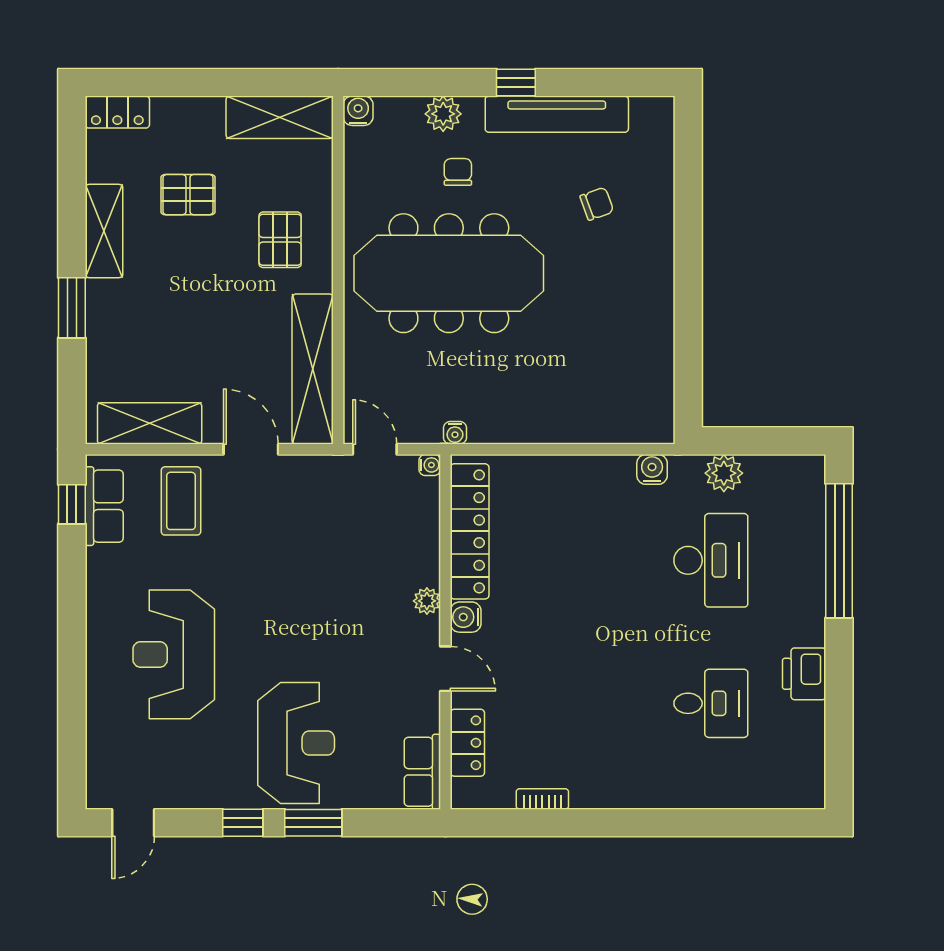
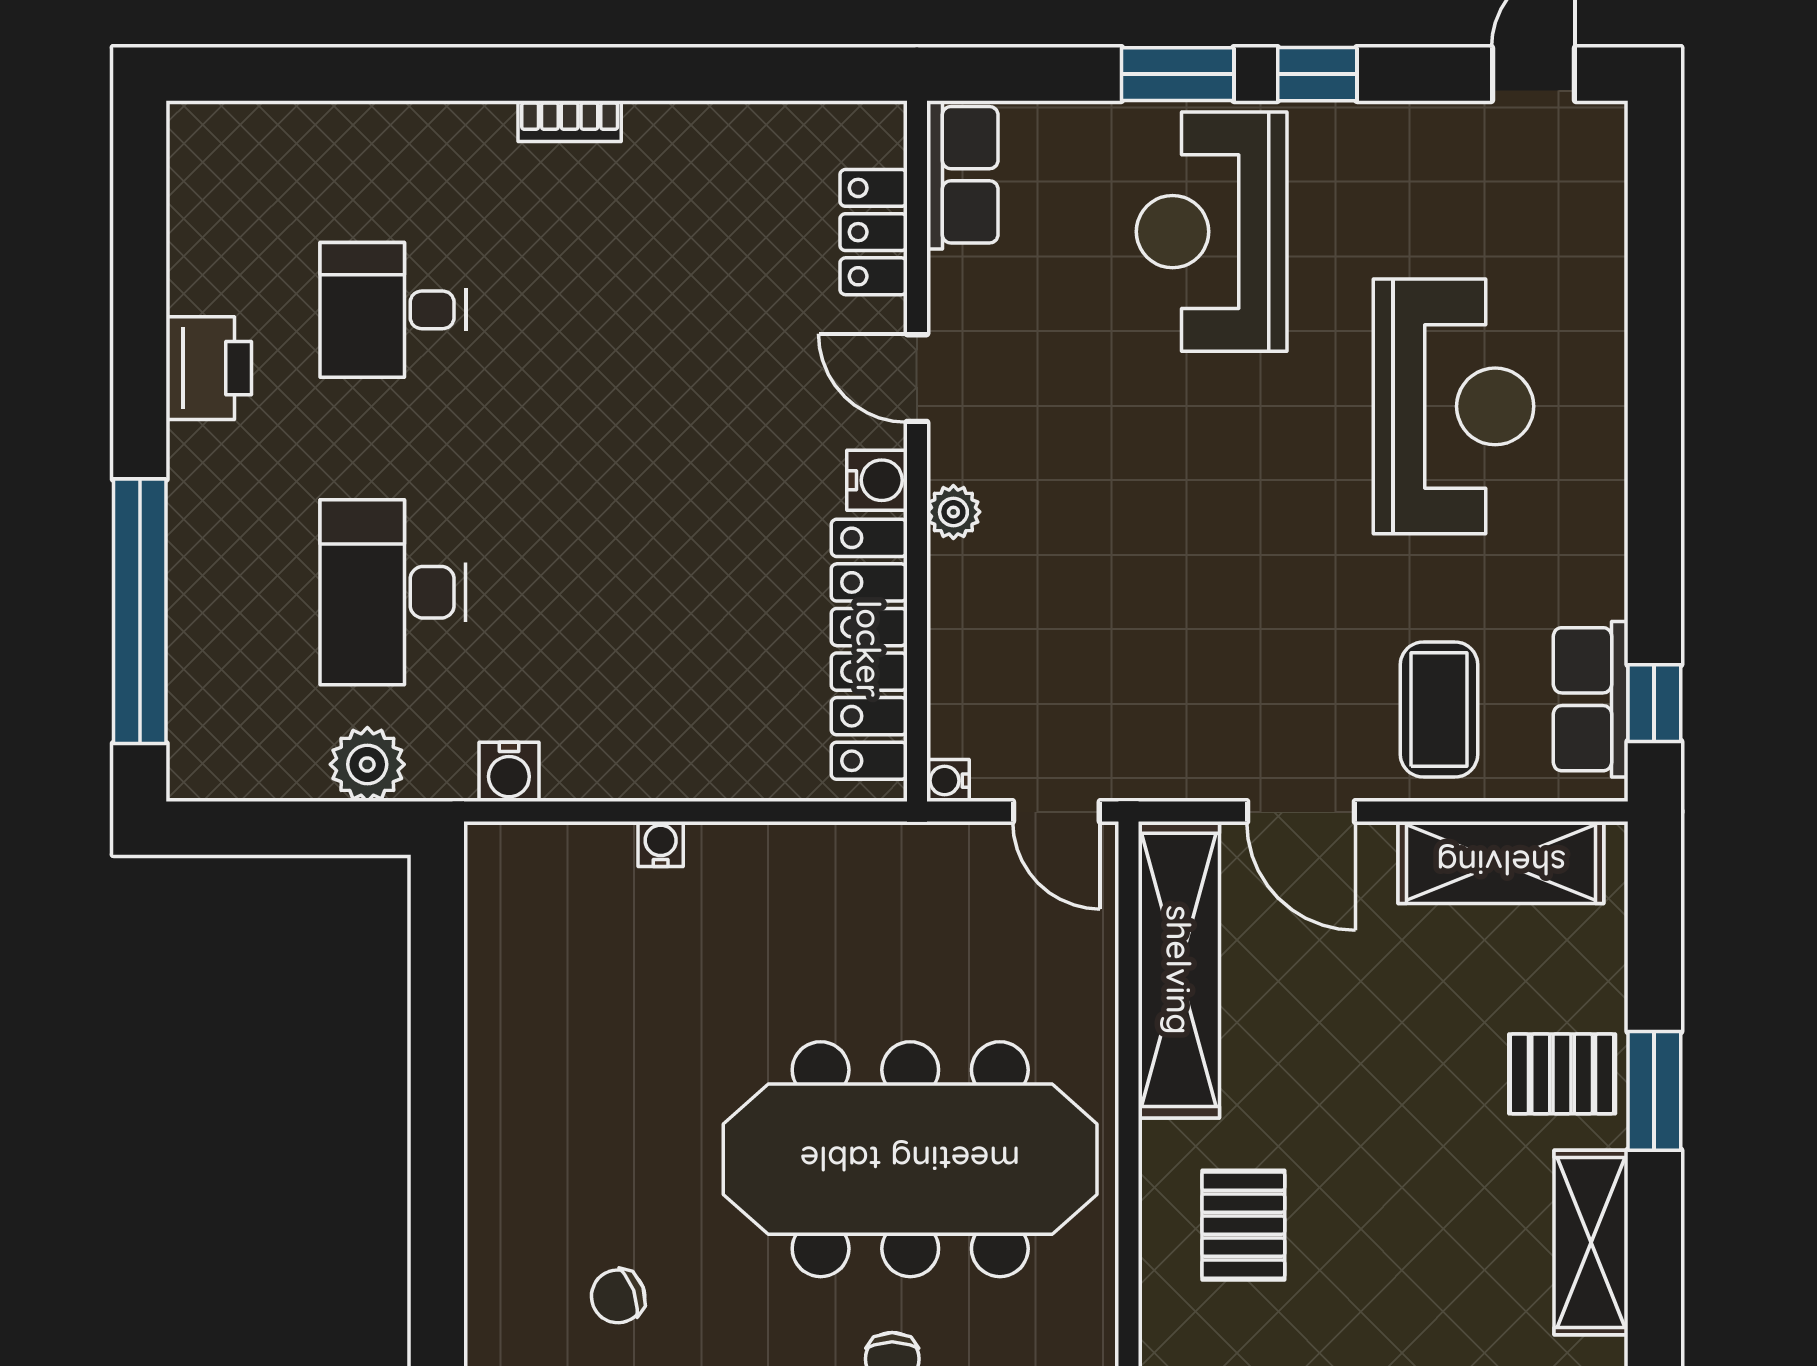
pallet: (188, 195) -> (1562, 1074), moved
water cooler: (455, 433) -> (661, 844), moved
bookcase: (542, 799) -> (570, 121), moved

